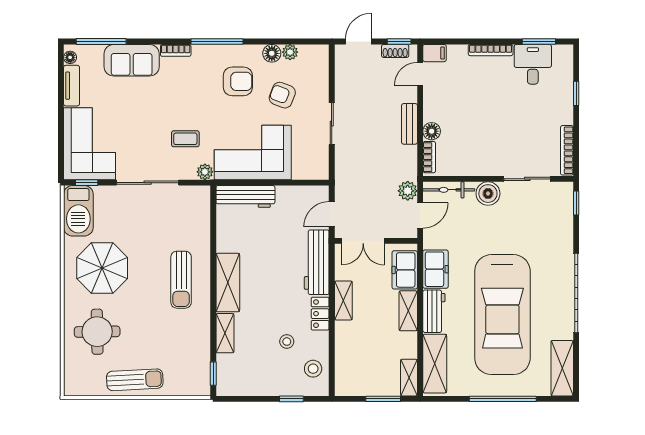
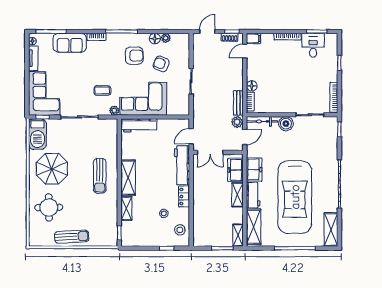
bench: (409, 124) -> (238, 103), moved
shelving: (343, 300) -> (198, 189), removed

